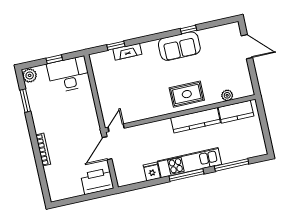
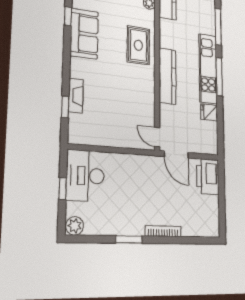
window: (25, 101) -> (129, 240), moved
kitchen counter: (196, 120) -> (168, 76), moved

